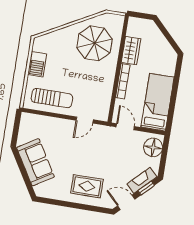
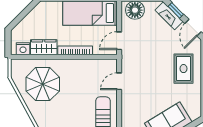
nightstand: (133, 30) -> (23, 49), added
door: (85, 120) -> (119, 81), swing flipped

